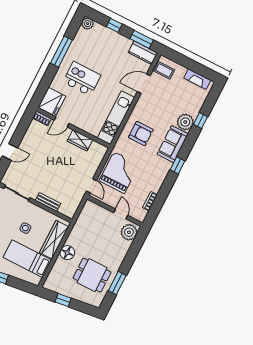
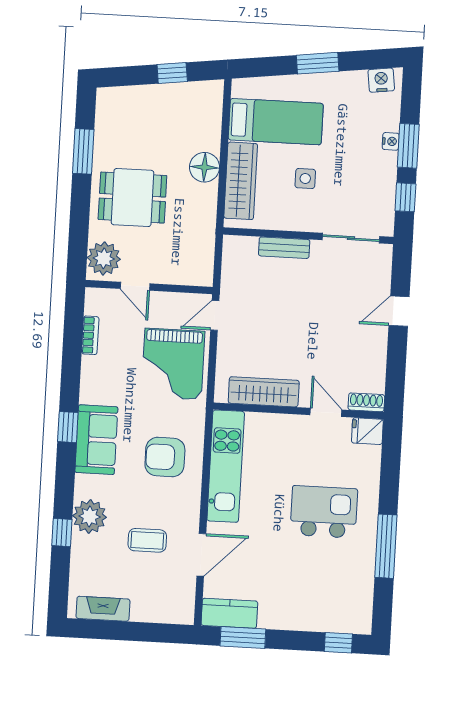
plant: (88, 24) -> (360, 622), removed
window: (114, 25) -> (338, 643), moved
coffee table: (164, 70) -> (147, 540), moved
kitchen island: (82, 79) -> (324, 512), turned 180
fridge: (52, 102) -> (367, 431), width x0.53, depth x0.75
door: (62, 122) -> (326, 412), hinge flipped
wardrobe: (80, 140) -> (264, 392), width x1.50
sofa: (173, 144) -> (96, 440), moved
door: (91, 186) -> (215, 315), hinge flipped
dining table: (92, 275) -> (132, 198), moved

